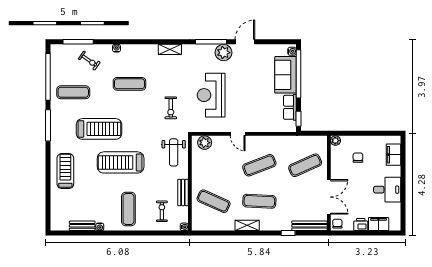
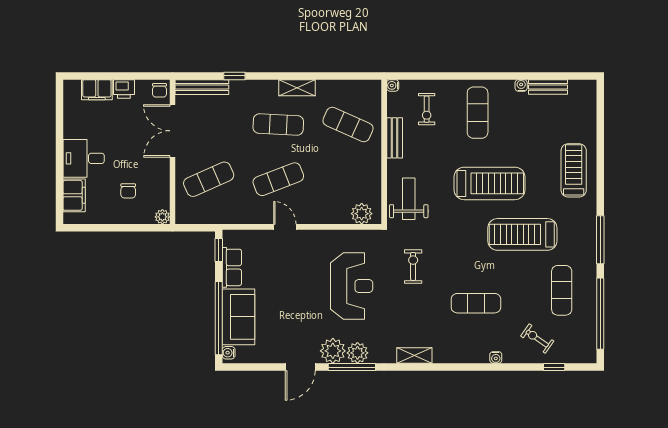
window: (78, 42) -> (554, 367), width x0.46
plant: (207, 51) -> (357, 353), added
exercise mat: (73, 92) -> (562, 290), turned 90
door: (238, 134) -> (285, 227), moved
treadmill: (65, 171) -> (574, 170), turned 180
desk: (387, 190) -> (84, 158), moved

